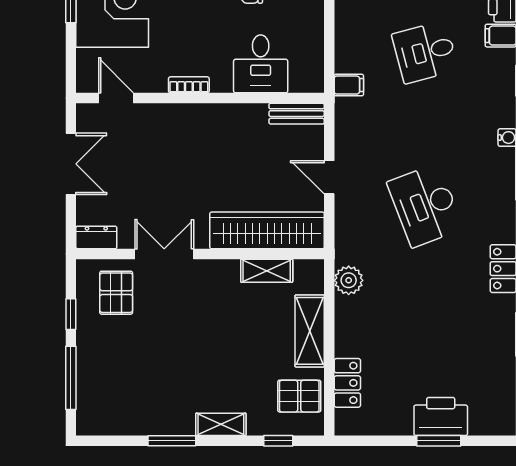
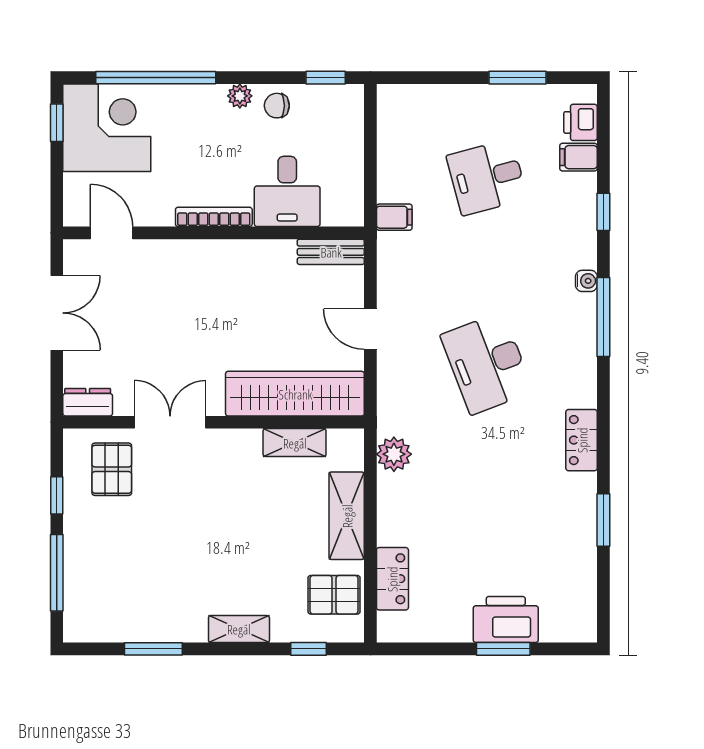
bookcase: (189, 85) -> (214, 217), width x1.56
window: (172, 441) -> (153, 649), moved

